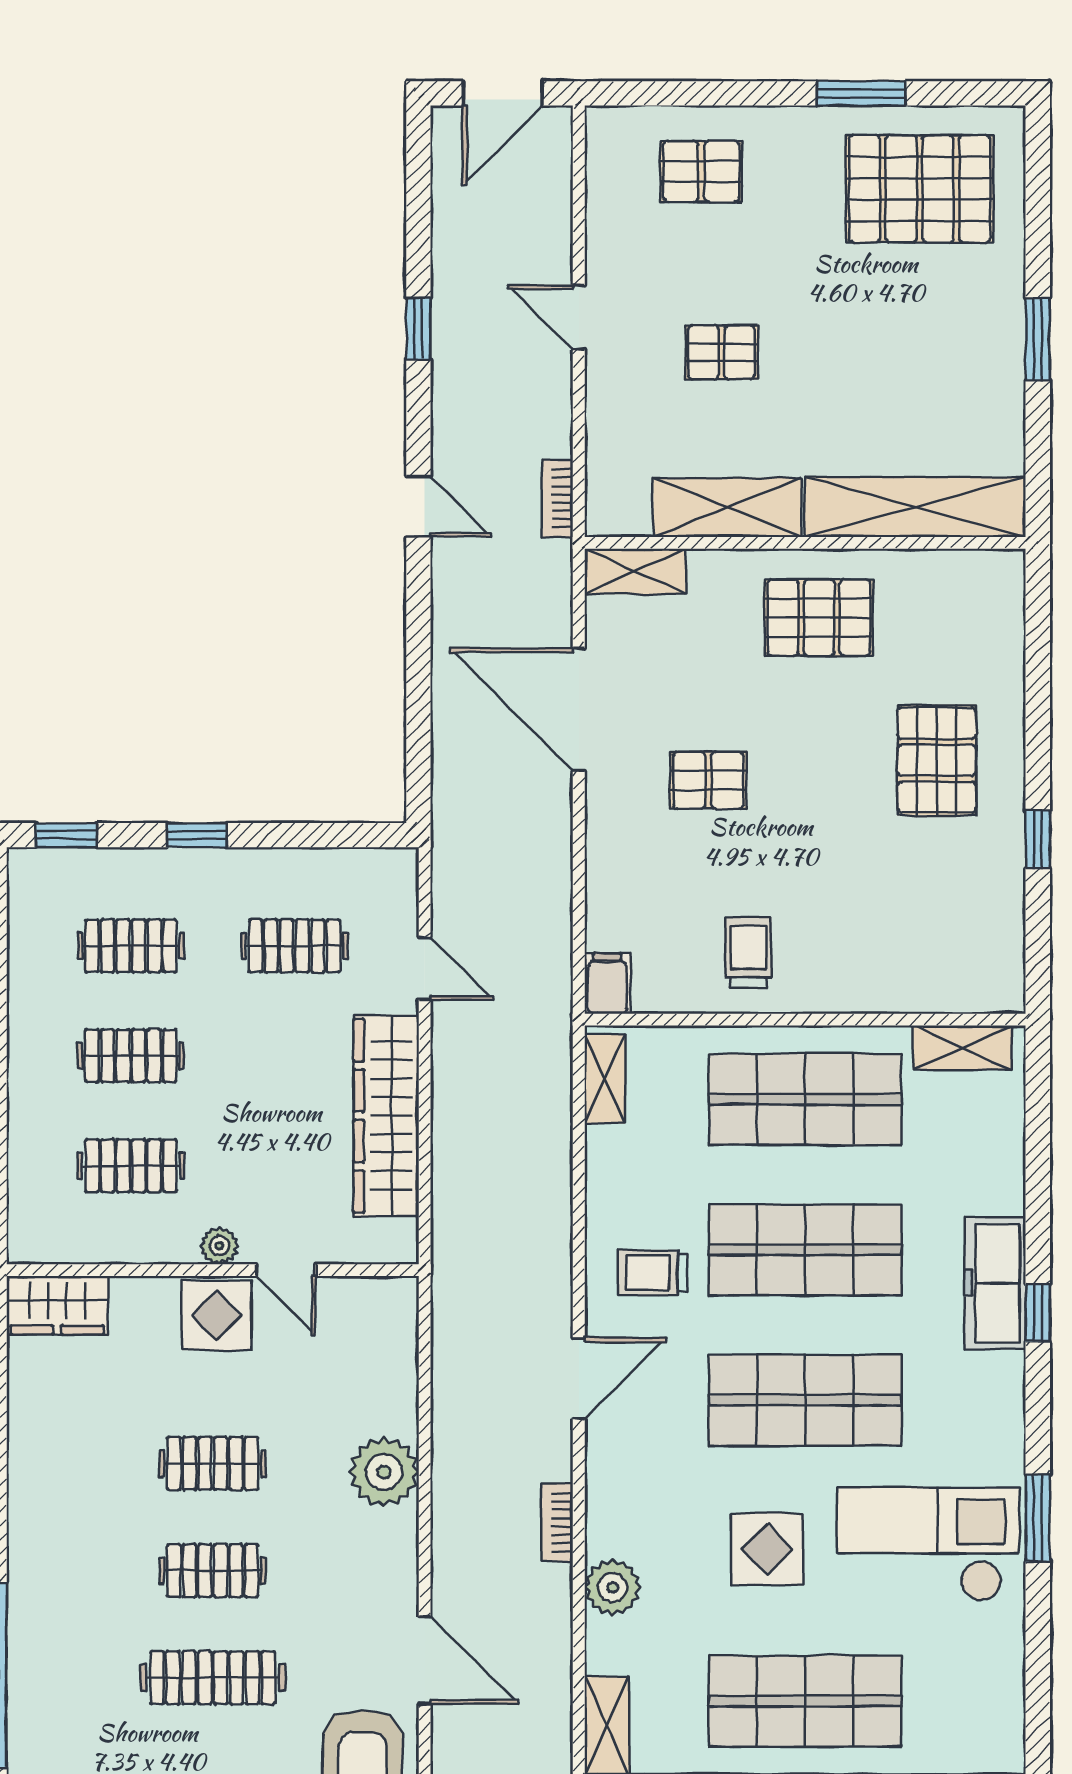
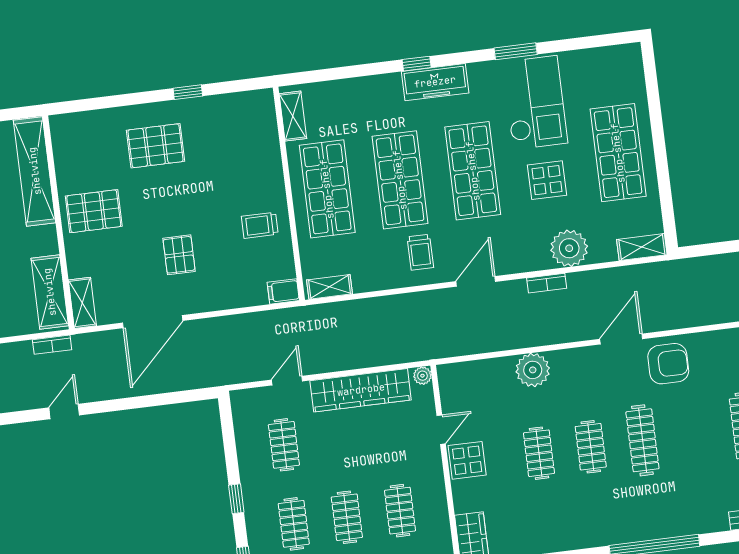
shelving: (727, 507) -> (50, 292), moved
pallet: (819, 618) -> (94, 211), turned 90
plant: (219, 1246) -> (422, 376), moved
freezer: (995, 1283) -> (435, 82), moved
door: (579, 1378) -> (476, 281), hinge flipped
checkout: (928, 1544) -> (535, 103), turned 180
plant: (613, 1587) -> (569, 248), width x1.36, depth x1.36

